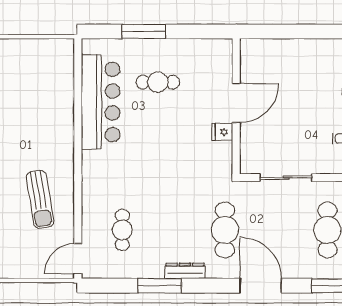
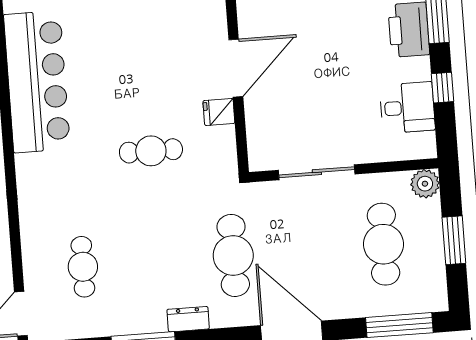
cafe table: (158, 82) -> (151, 151), moved
dresser: (185, 271) -> (188, 319), width x0.70

